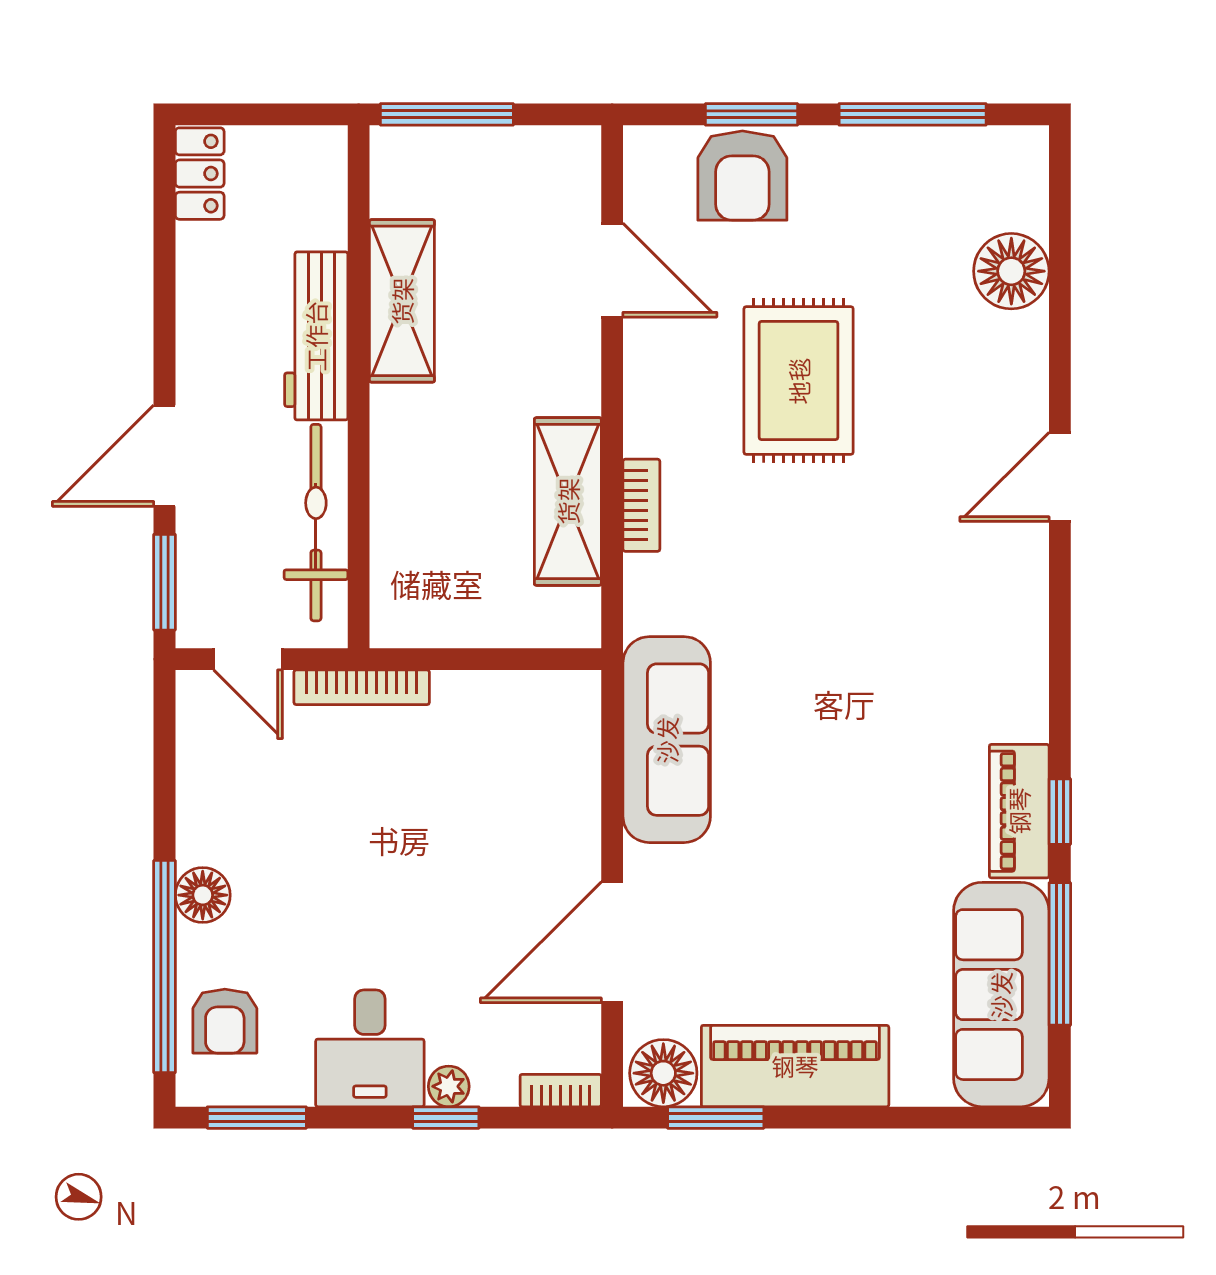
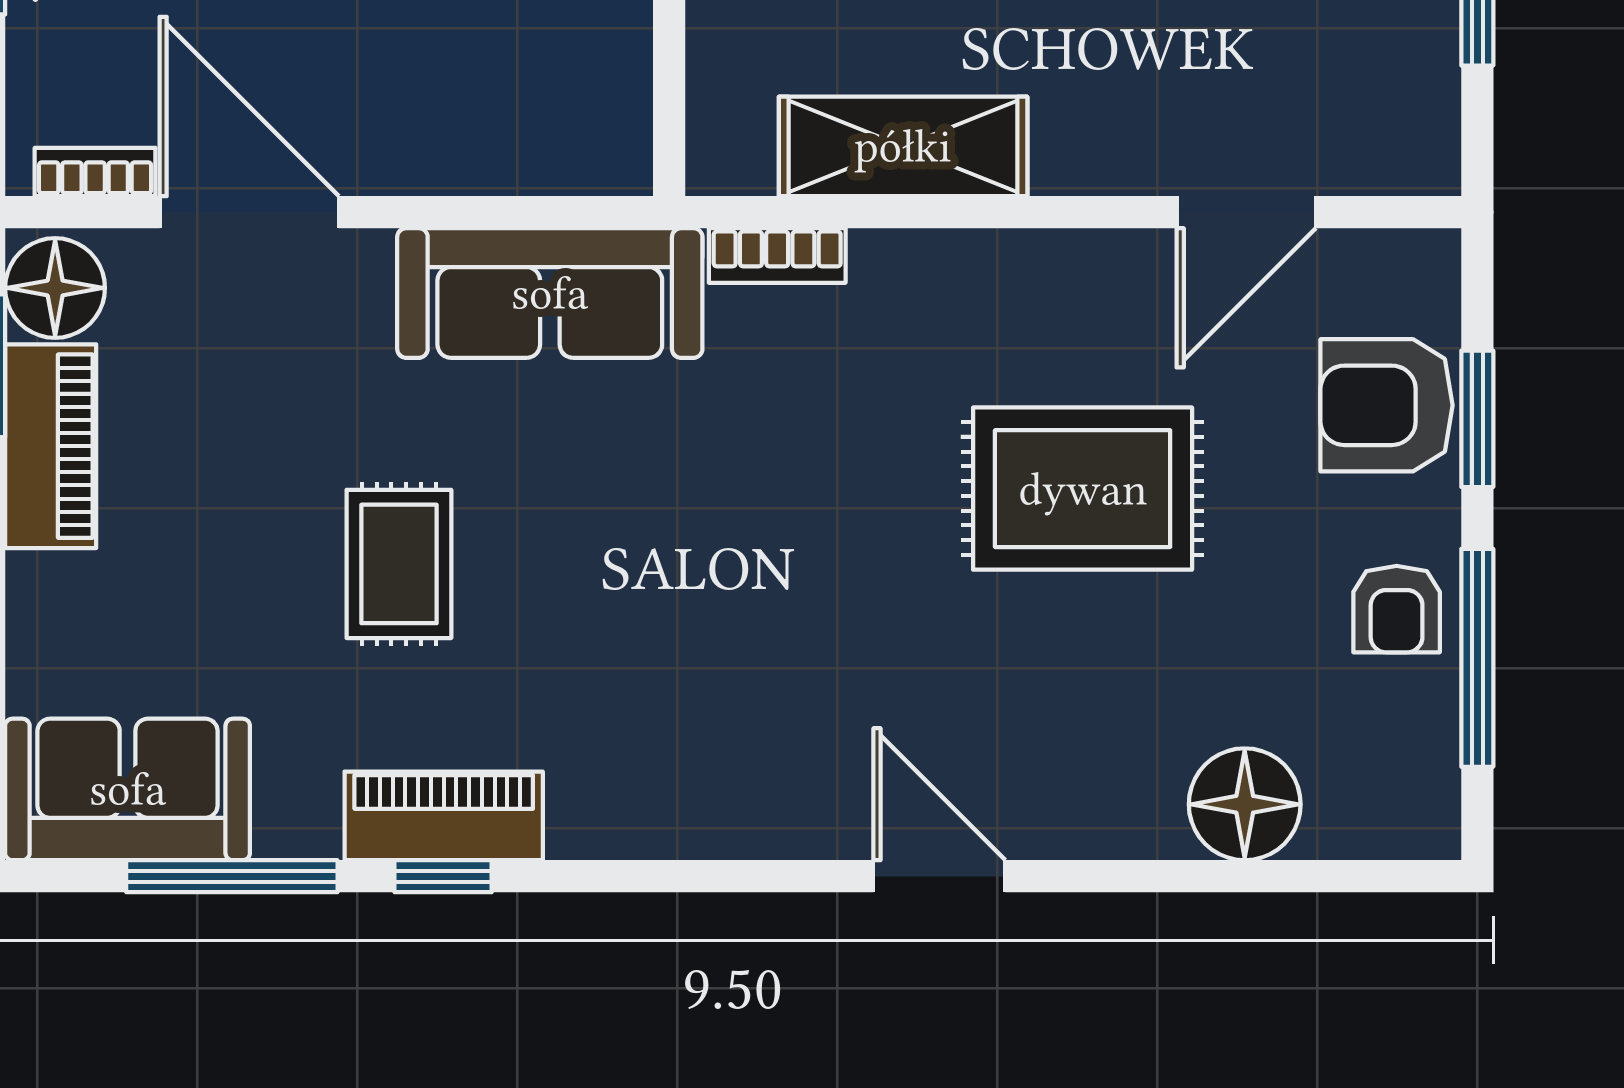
armchair: (880, 169) -> (1397, 609), added
bookcase: (641, 505) -> (777, 255), moved
rug: (849, 841) -> (399, 564), added
sofa: (1001, 995) -> (128, 789), width x0.73
piano: (795, 1066) -> (51, 446), width x0.73, depth x0.75
bookcase: (561, 1091) -> (95, 172), moved, turned -90

